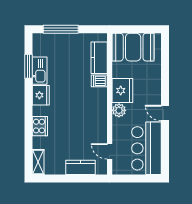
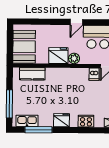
window: (28, 66) -> (38, 130), width x1.44
kitchen sink: (40, 71) -> (27, 121), moved
dishwasher: (99, 81) -> (94, 74), moved

